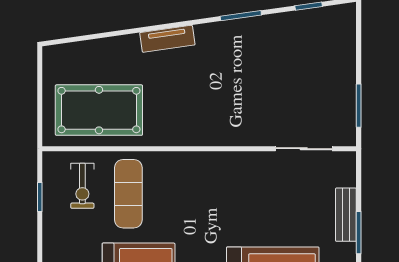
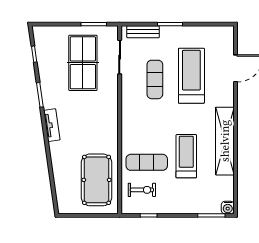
tv unit: (167, 39) -> (52, 125), moved
table tennis table: (294, 87) -> (83, 63), added
exercise mat: (267, 207) -> (155, 79), added
bench: (346, 215) -> (143, 32), moved

